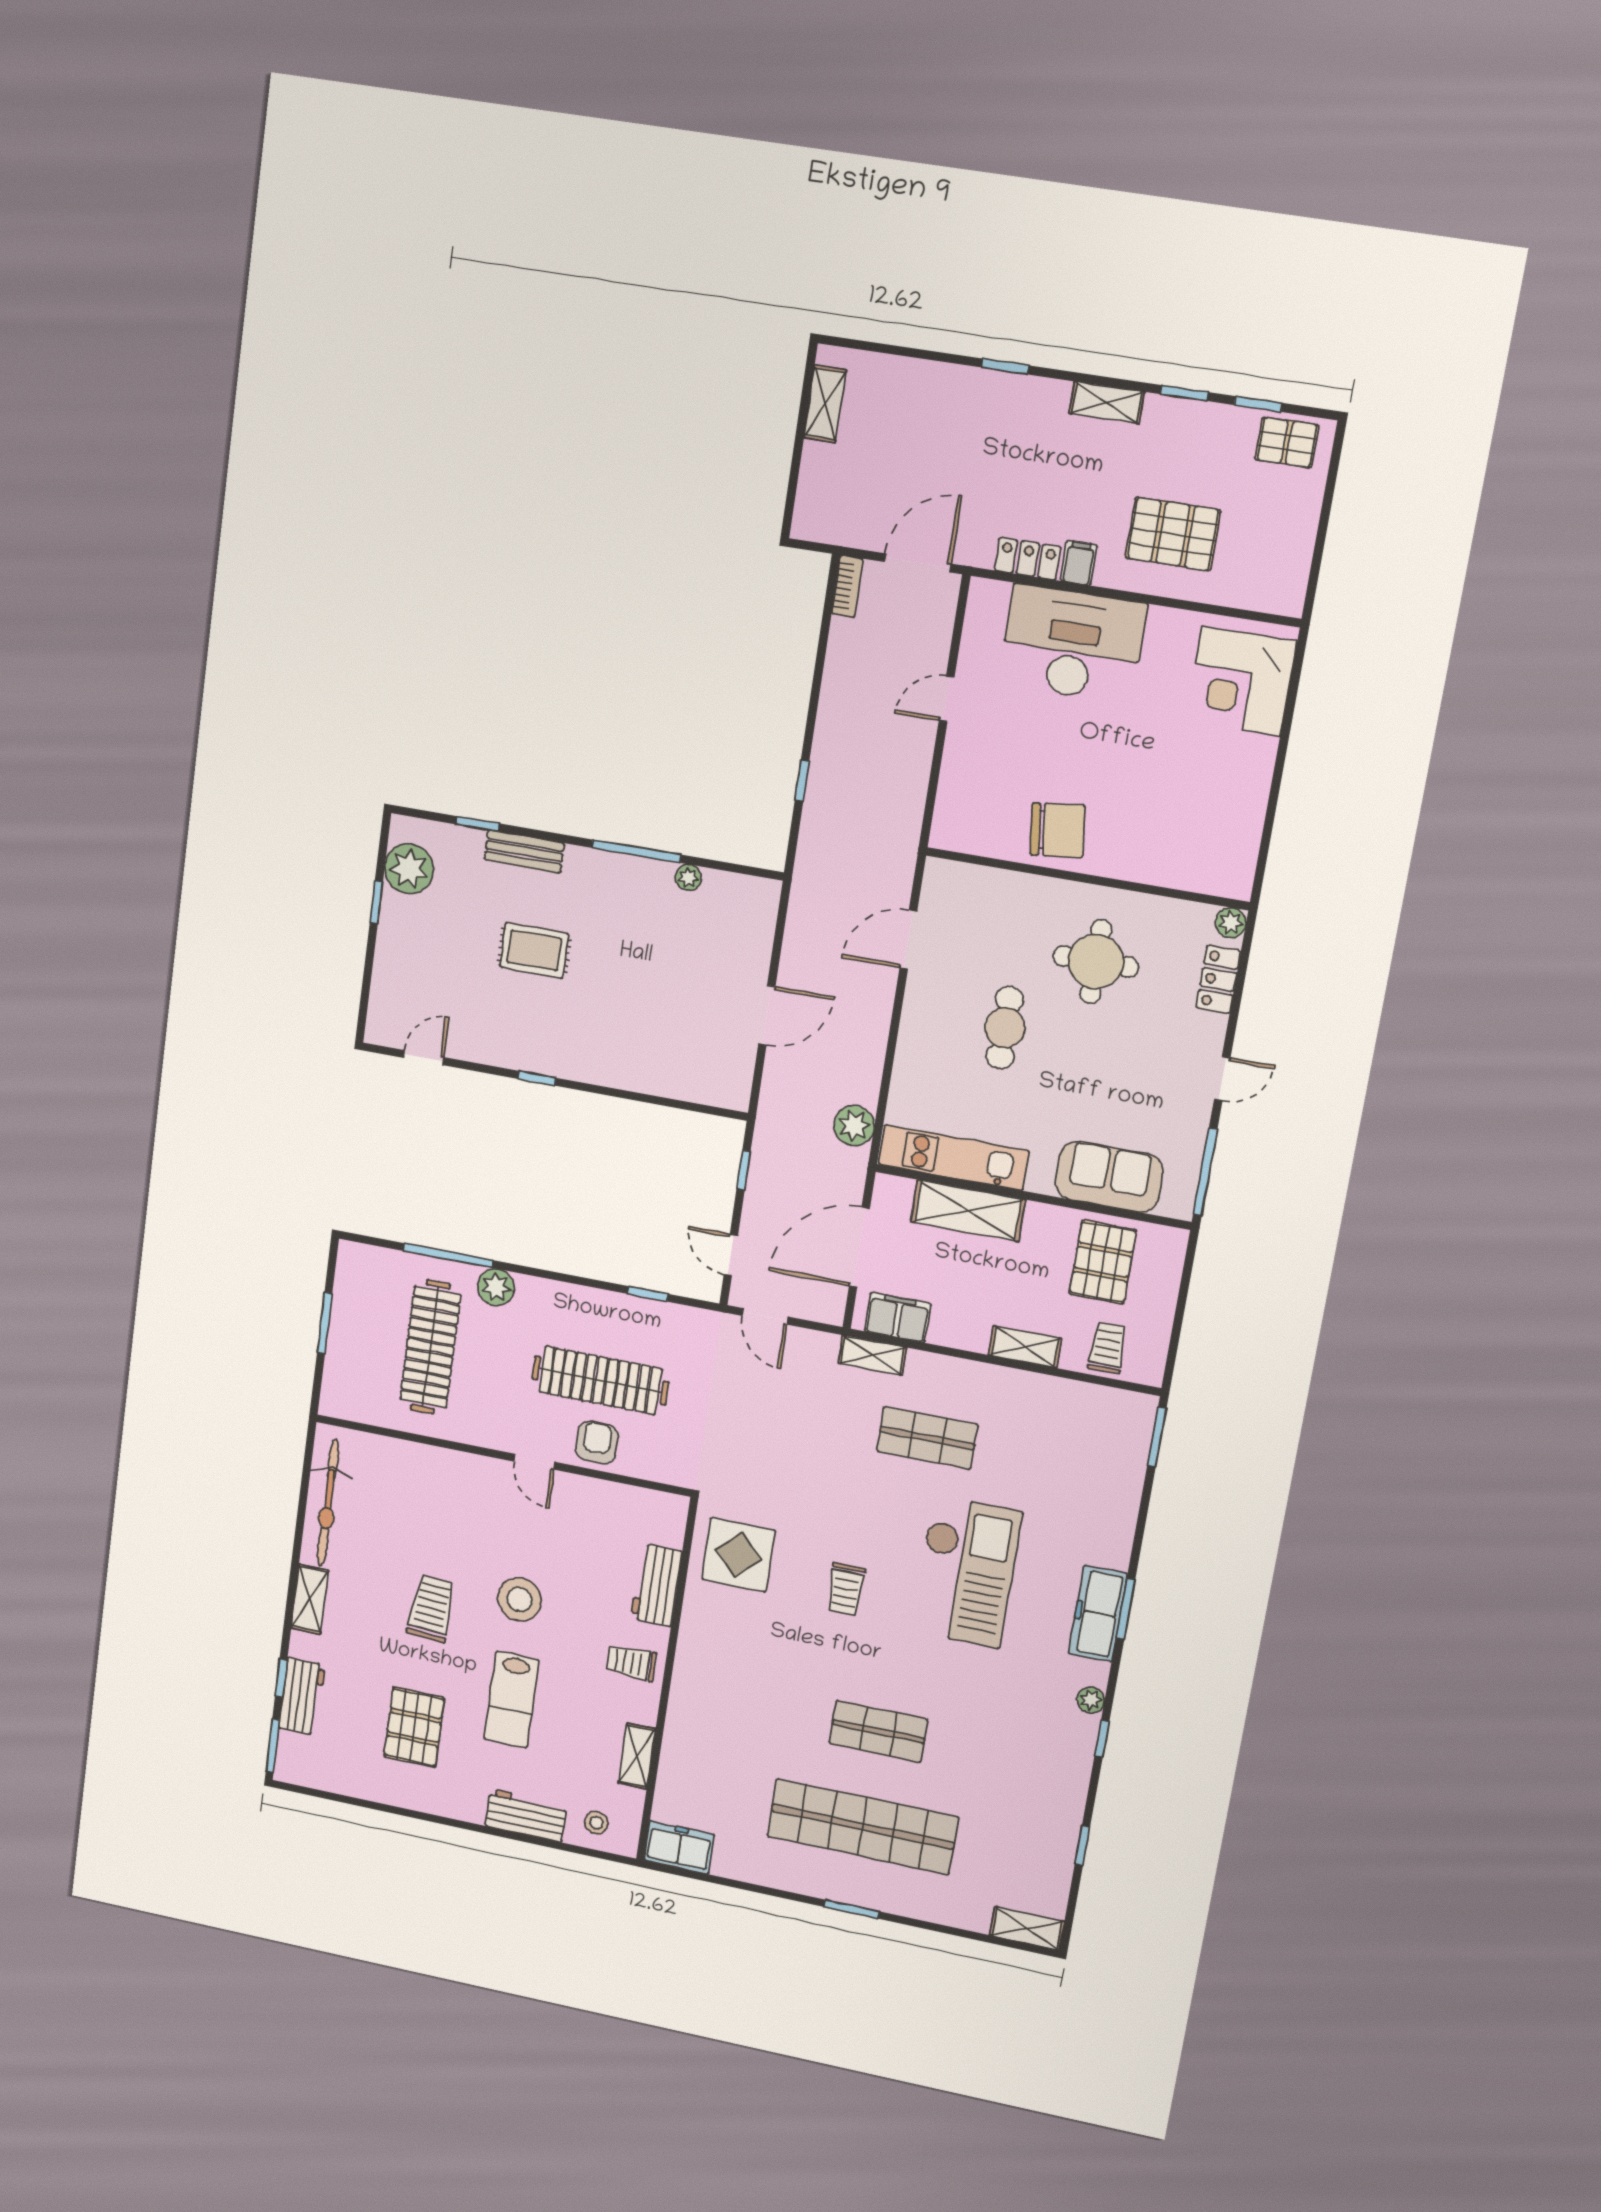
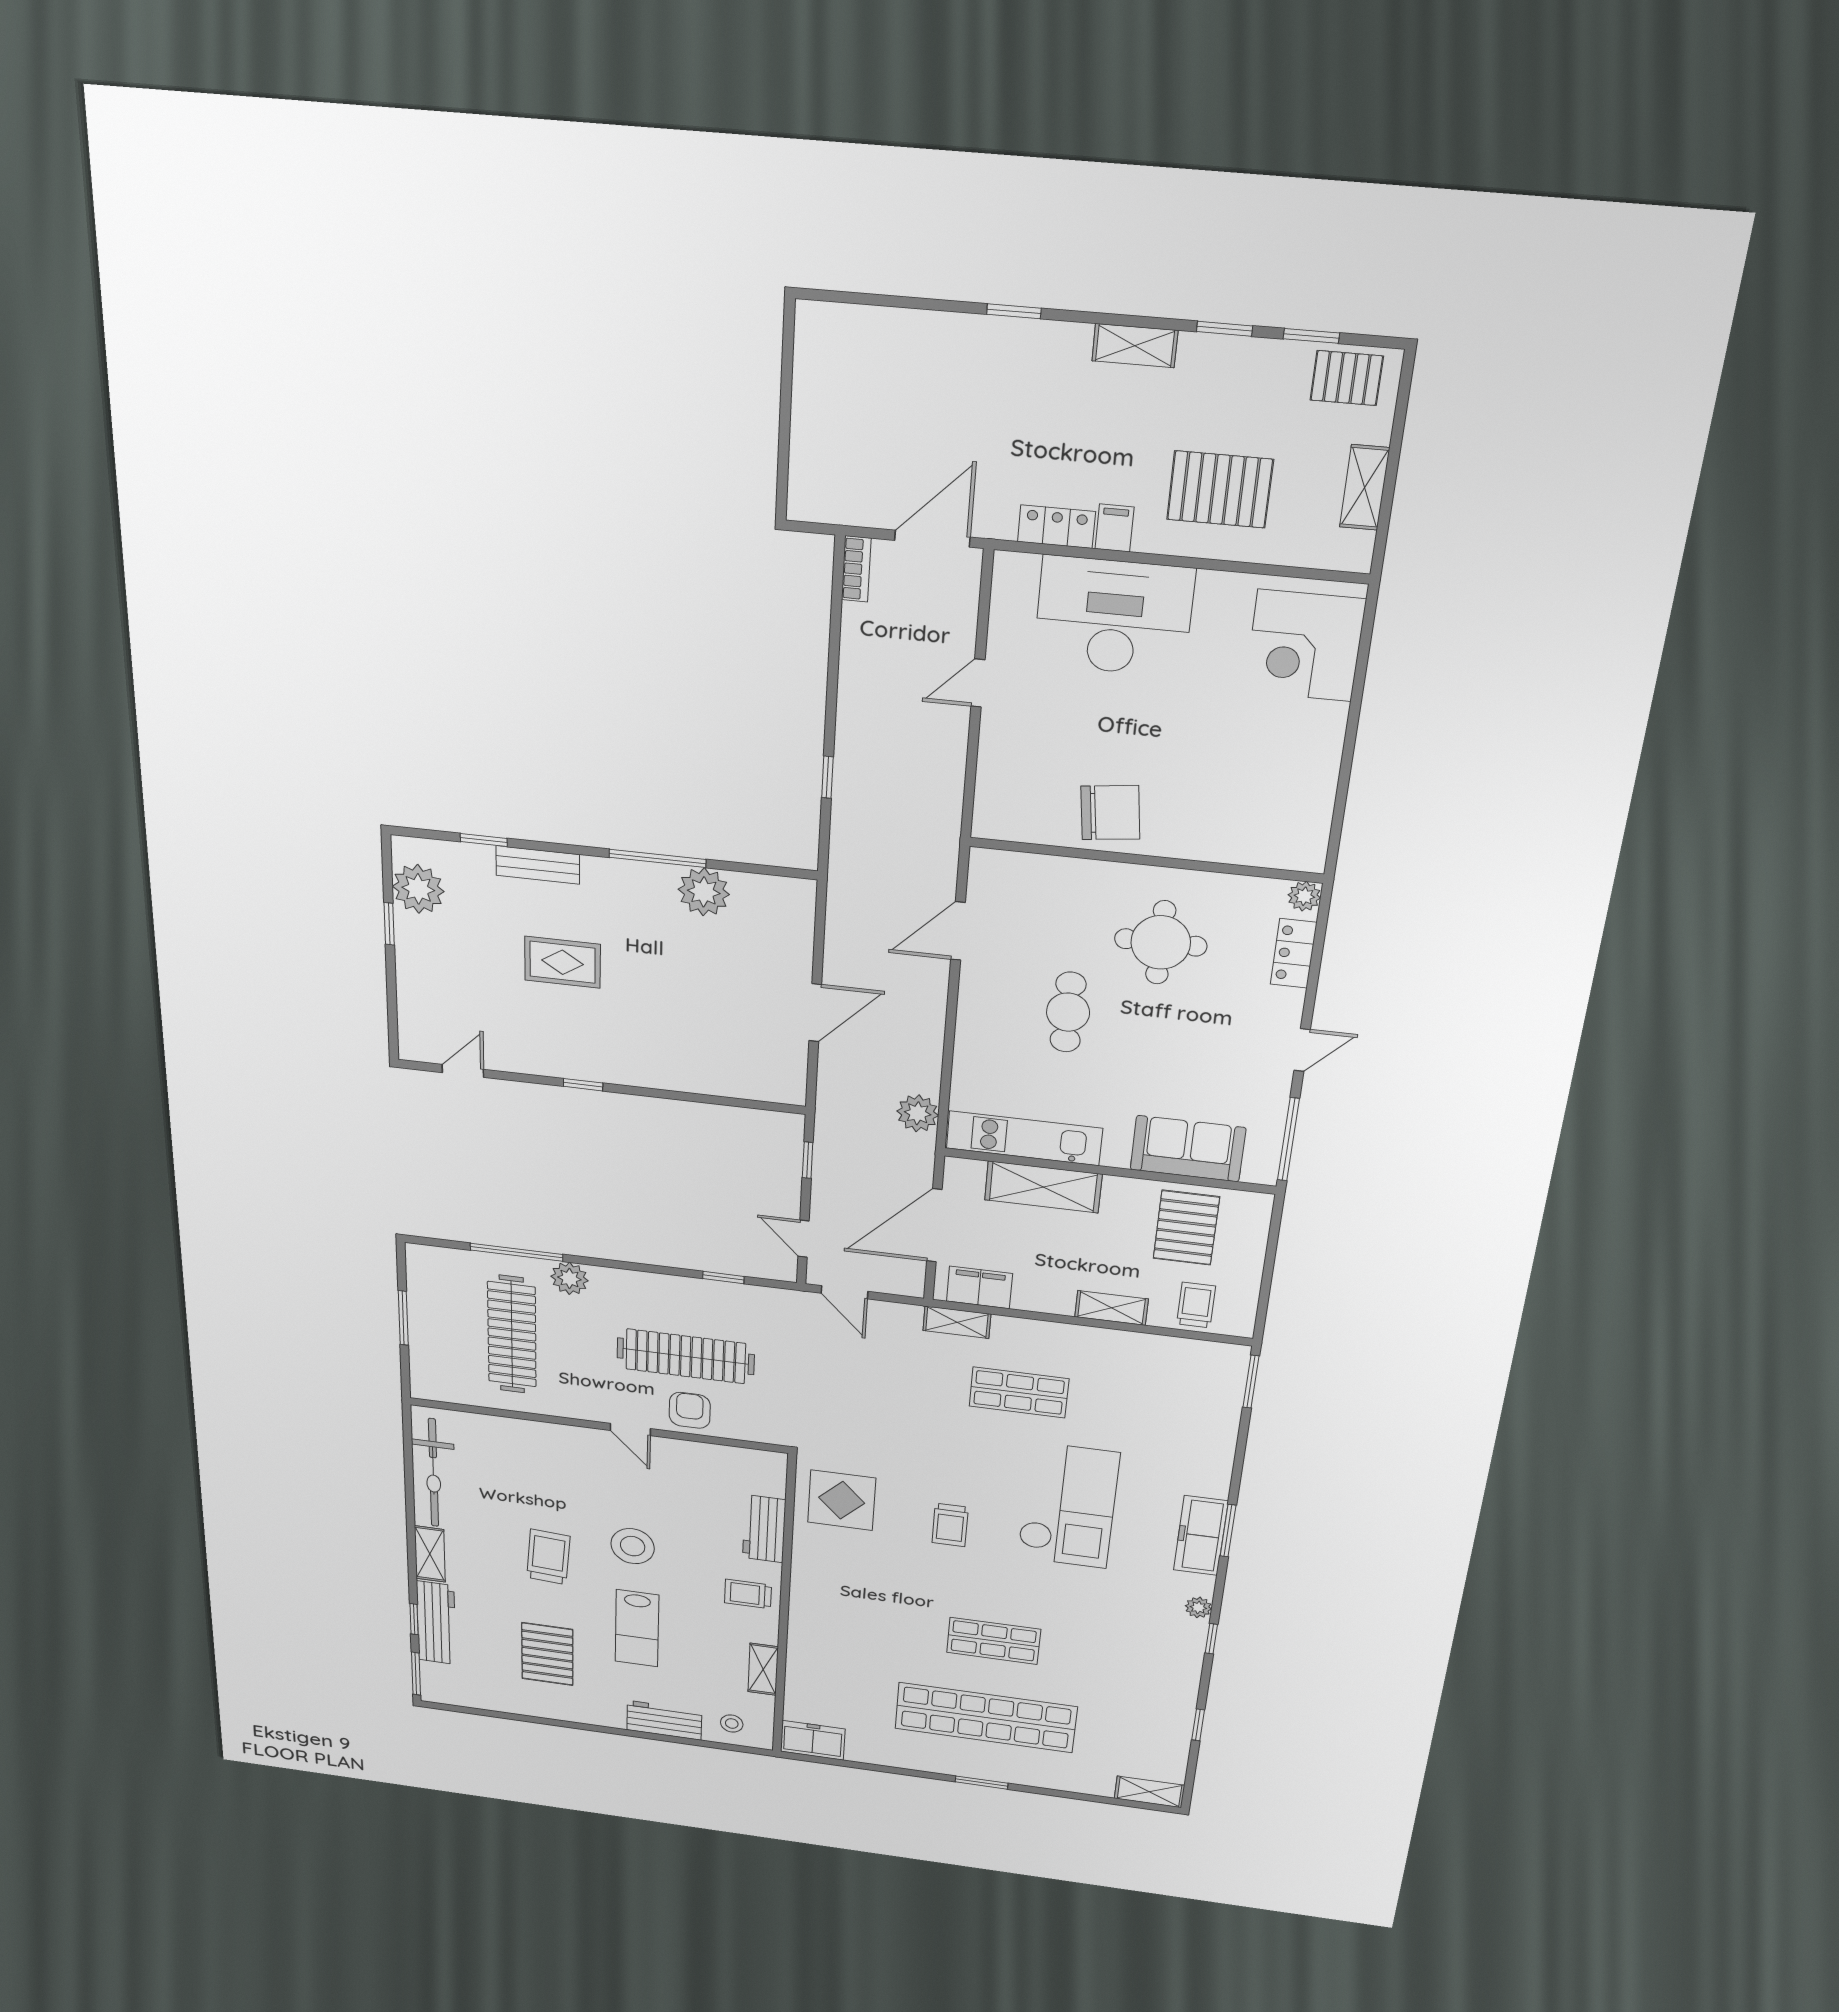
shelving: (825, 404) -> (1365, 487), moved
plant: (688, 878) -> (704, 892), width x1.87, depth x1.87
workbench: (302, 1697) -> (436, 1623), width x1.38

